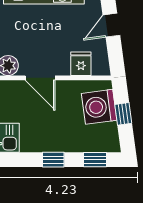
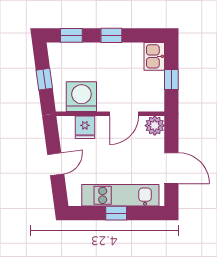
door: (40, 78) -> (124, 114), swing flipped
washing machine: (99, 107) -> (81, 97), moved, turned -82

